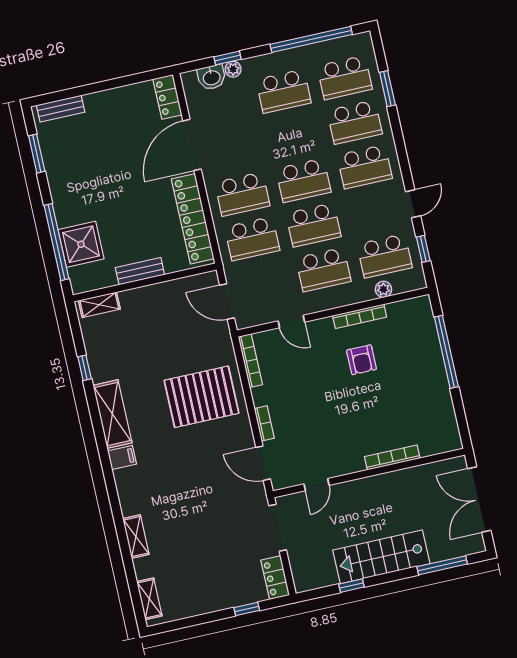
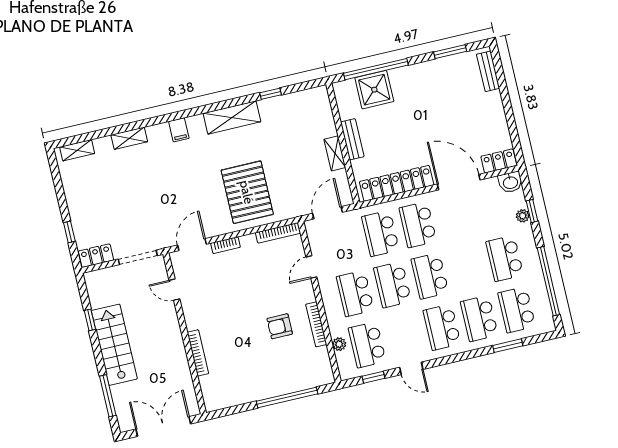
washbasin: (212, 77) -> (510, 182), moved, turned -90
shelving: (99, 305) -> (335, 153), moved
filing cabinet: (122, 457) -> (179, 130), moved

